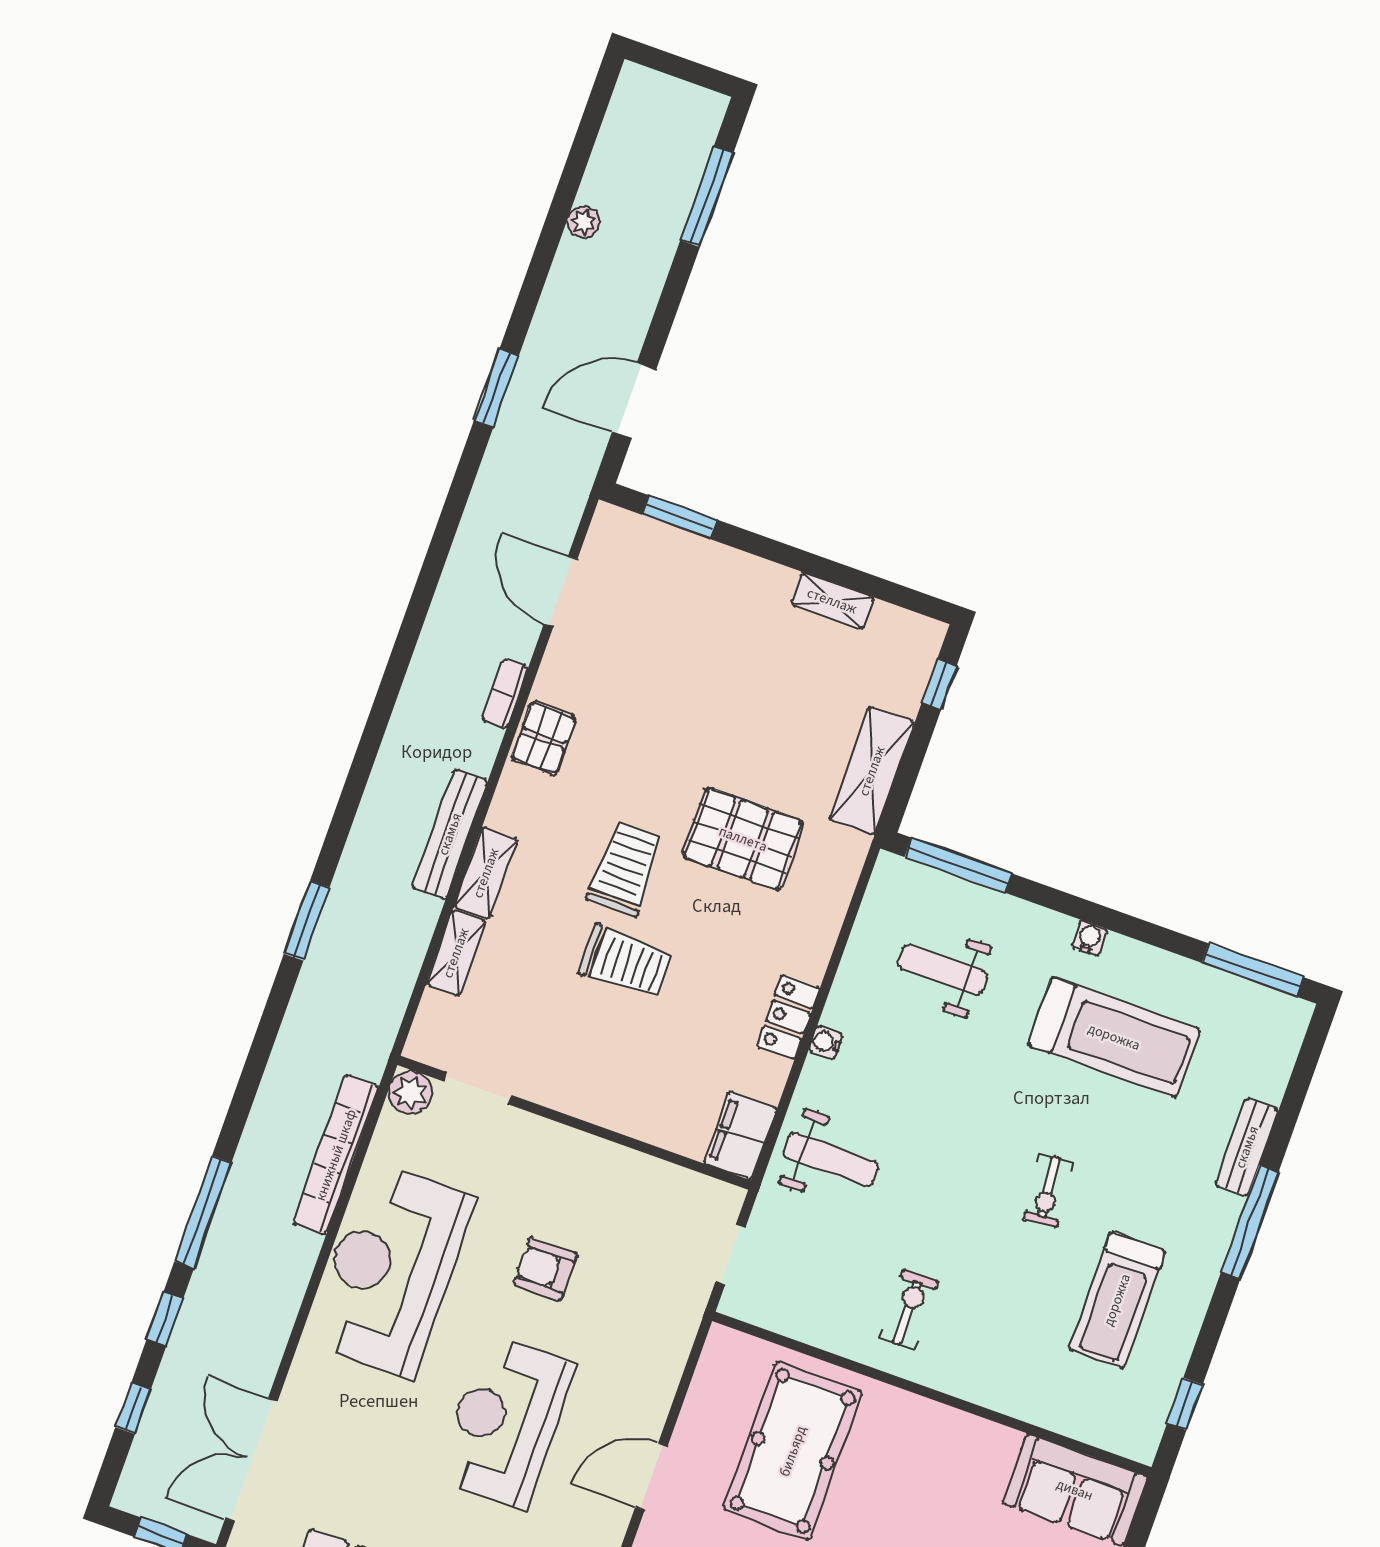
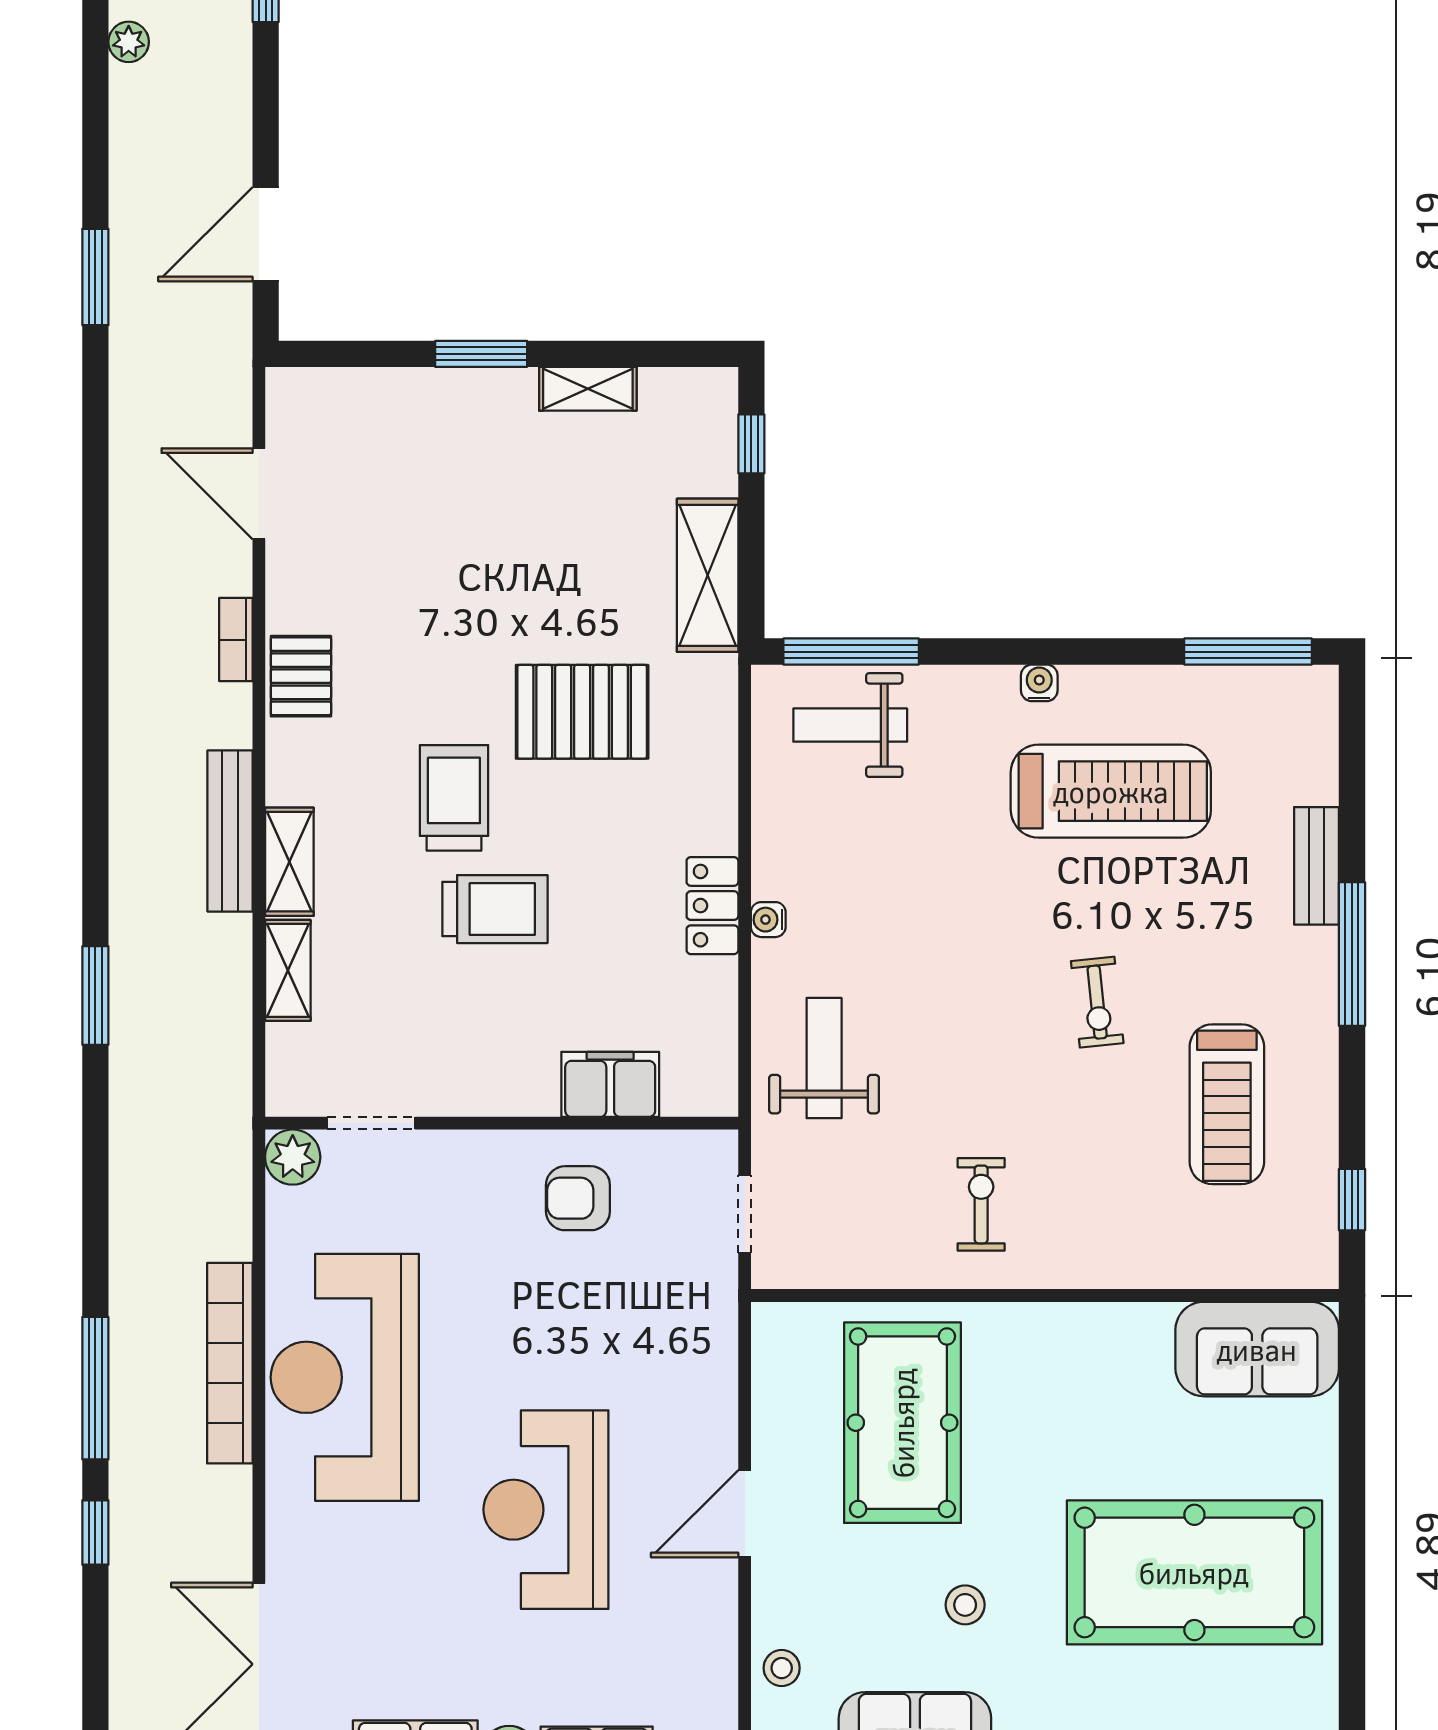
window: (680, 517) -> (481, 354), moved
weight bench: (942, 970) -> (850, 725), moved
filing cabinet: (740, 1136) -> (610, 1084), moved, turned 90
bookcase: (336, 1155) -> (230, 1363), moved
weight bench: (831, 1160) -> (824, 1058), turned -90
armchair: (545, 1269) -> (578, 1198), moved
window: (133, 1408) -> (95, 1653), removed

